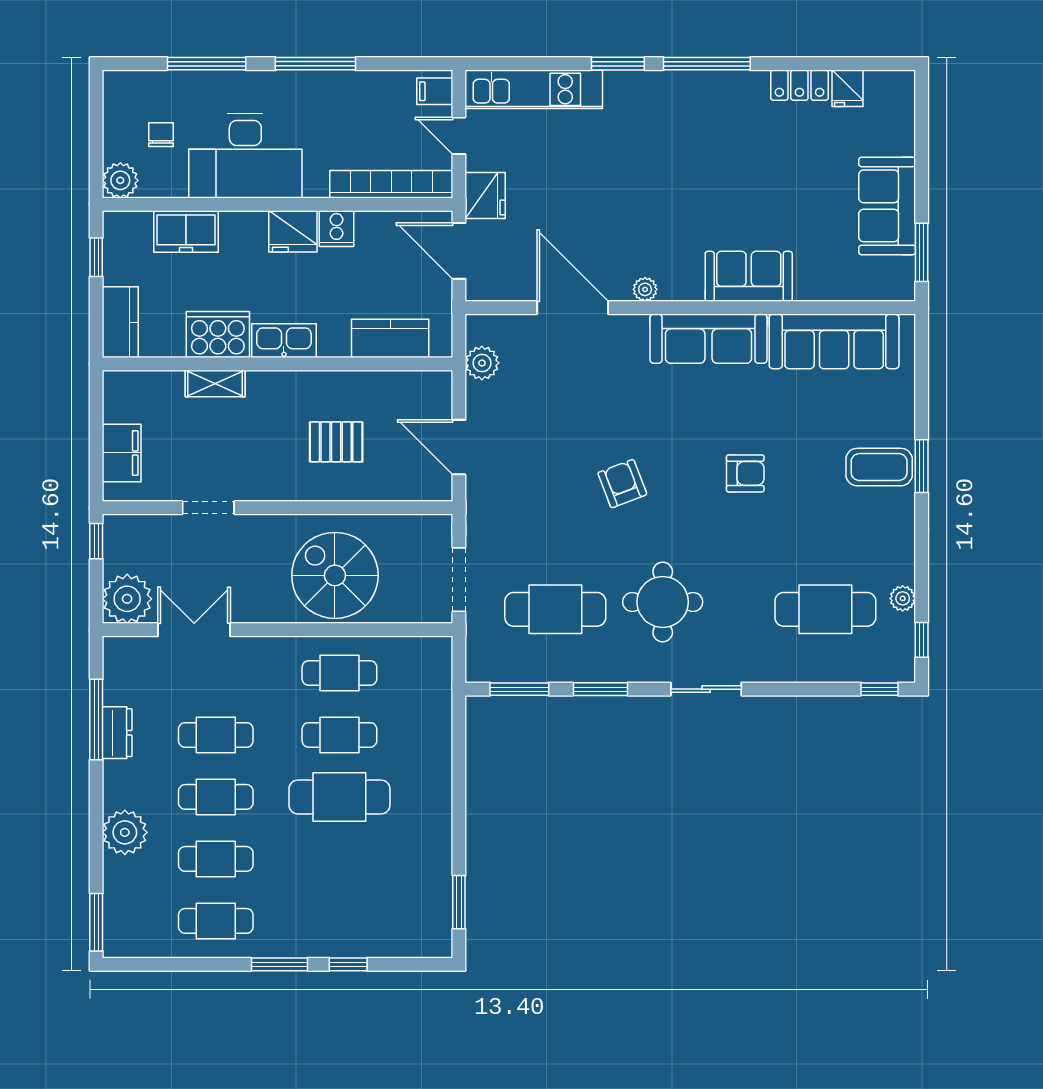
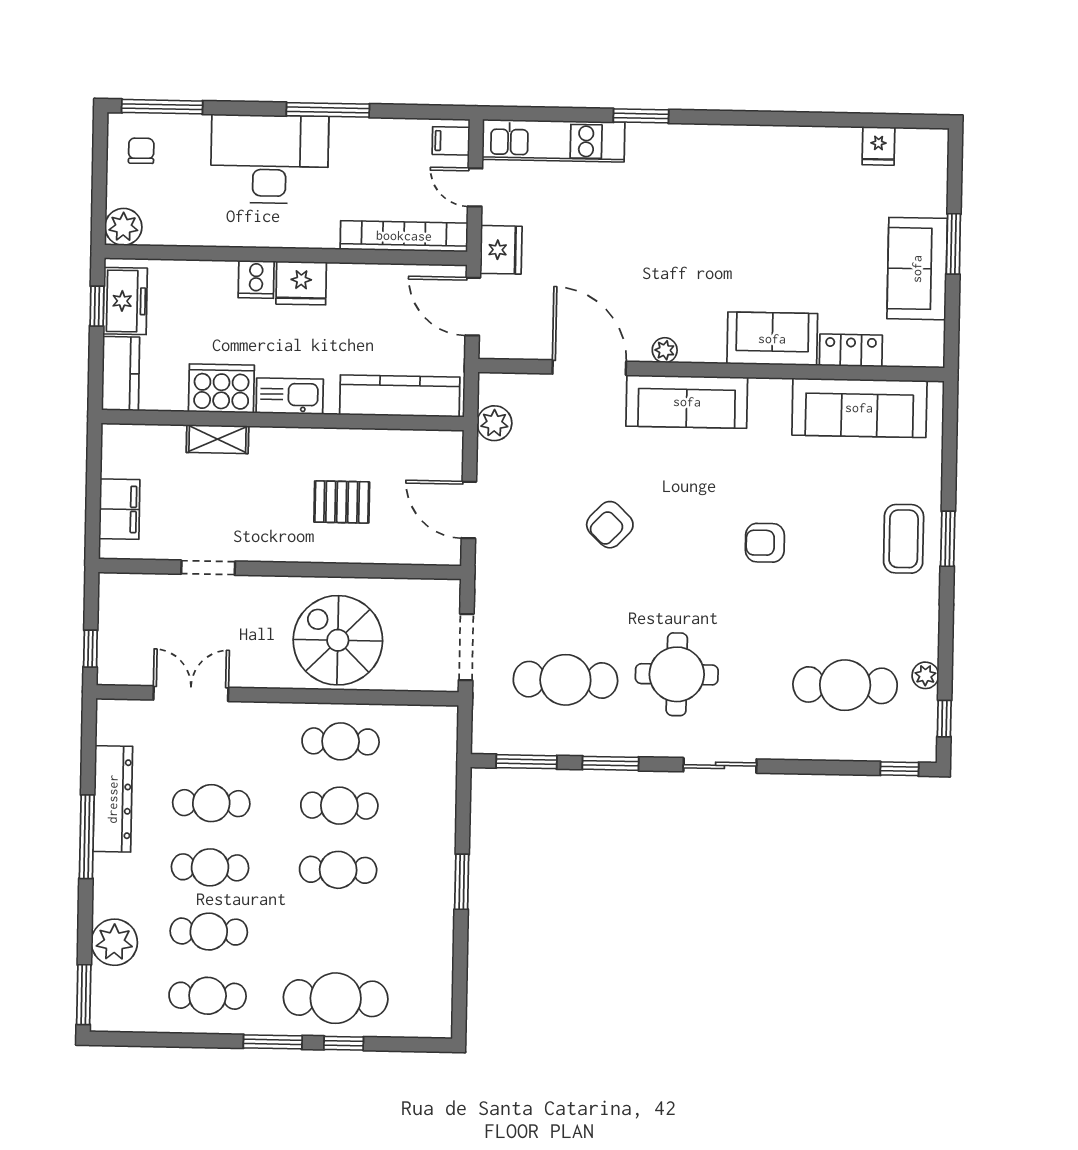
window: (207, 64) -> (162, 107), moved
window: (707, 64) -> (733, 118), removed
locker: (799, 85) -> (851, 350), moved, turned 180
chair: (161, 135) -> (141, 151), moved
desk: (245, 156) -> (270, 159), moved, turned 180
cooker: (336, 229) -> (256, 279), moved
freezer: (186, 232) -> (125, 301), moved, turned -90
window: (922, 252) -> (953, 244), moved
kitchen counter: (390, 338) -> (400, 396), width x1.50
sofa: (709, 339) -> (687, 402), moved
coffee table: (879, 467) -> (904, 539), turned 90
armchair: (745, 473) -> (765, 543), turned 180
armchair: (622, 484) -> (610, 525), moved, turned -115
window: (96, 541) -> (90, 649), moved
plant: (127, 599) -> (122, 660), removed
window: (96, 719) -> (87, 837), moved
dresser: (117, 733) -> (113, 799), width x1.96, depth x1.24
cafe table: (339, 797) -> (338, 870), width x0.73, depth x0.74
plant: (125, 832) -> (114, 942), moved
window: (459, 902) -> (462, 882), moved
cafe table: (339, 921) -> (336, 998), added

